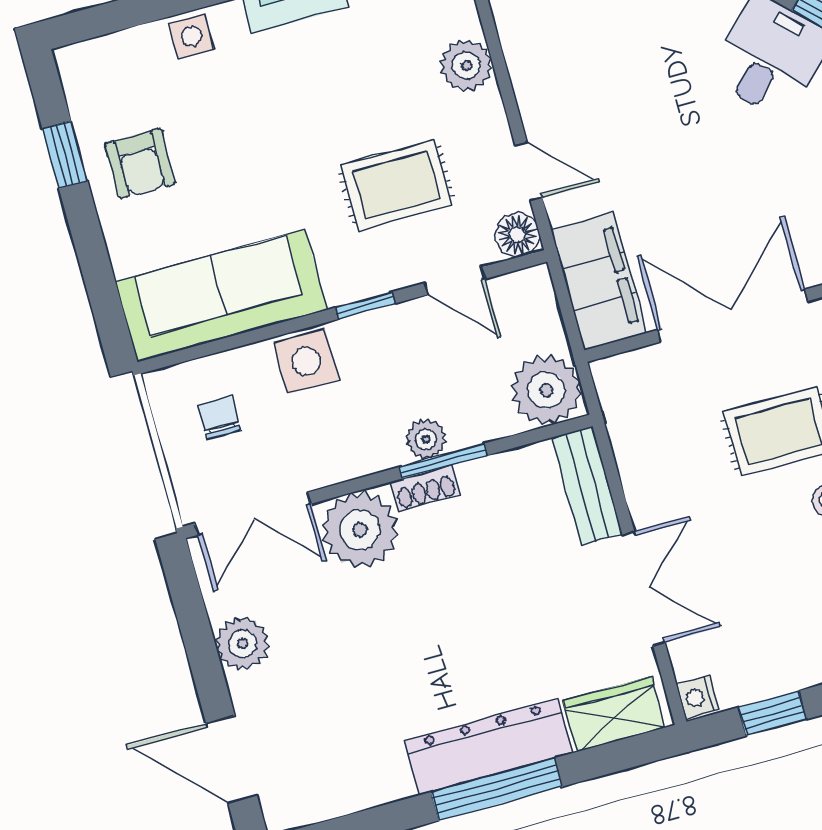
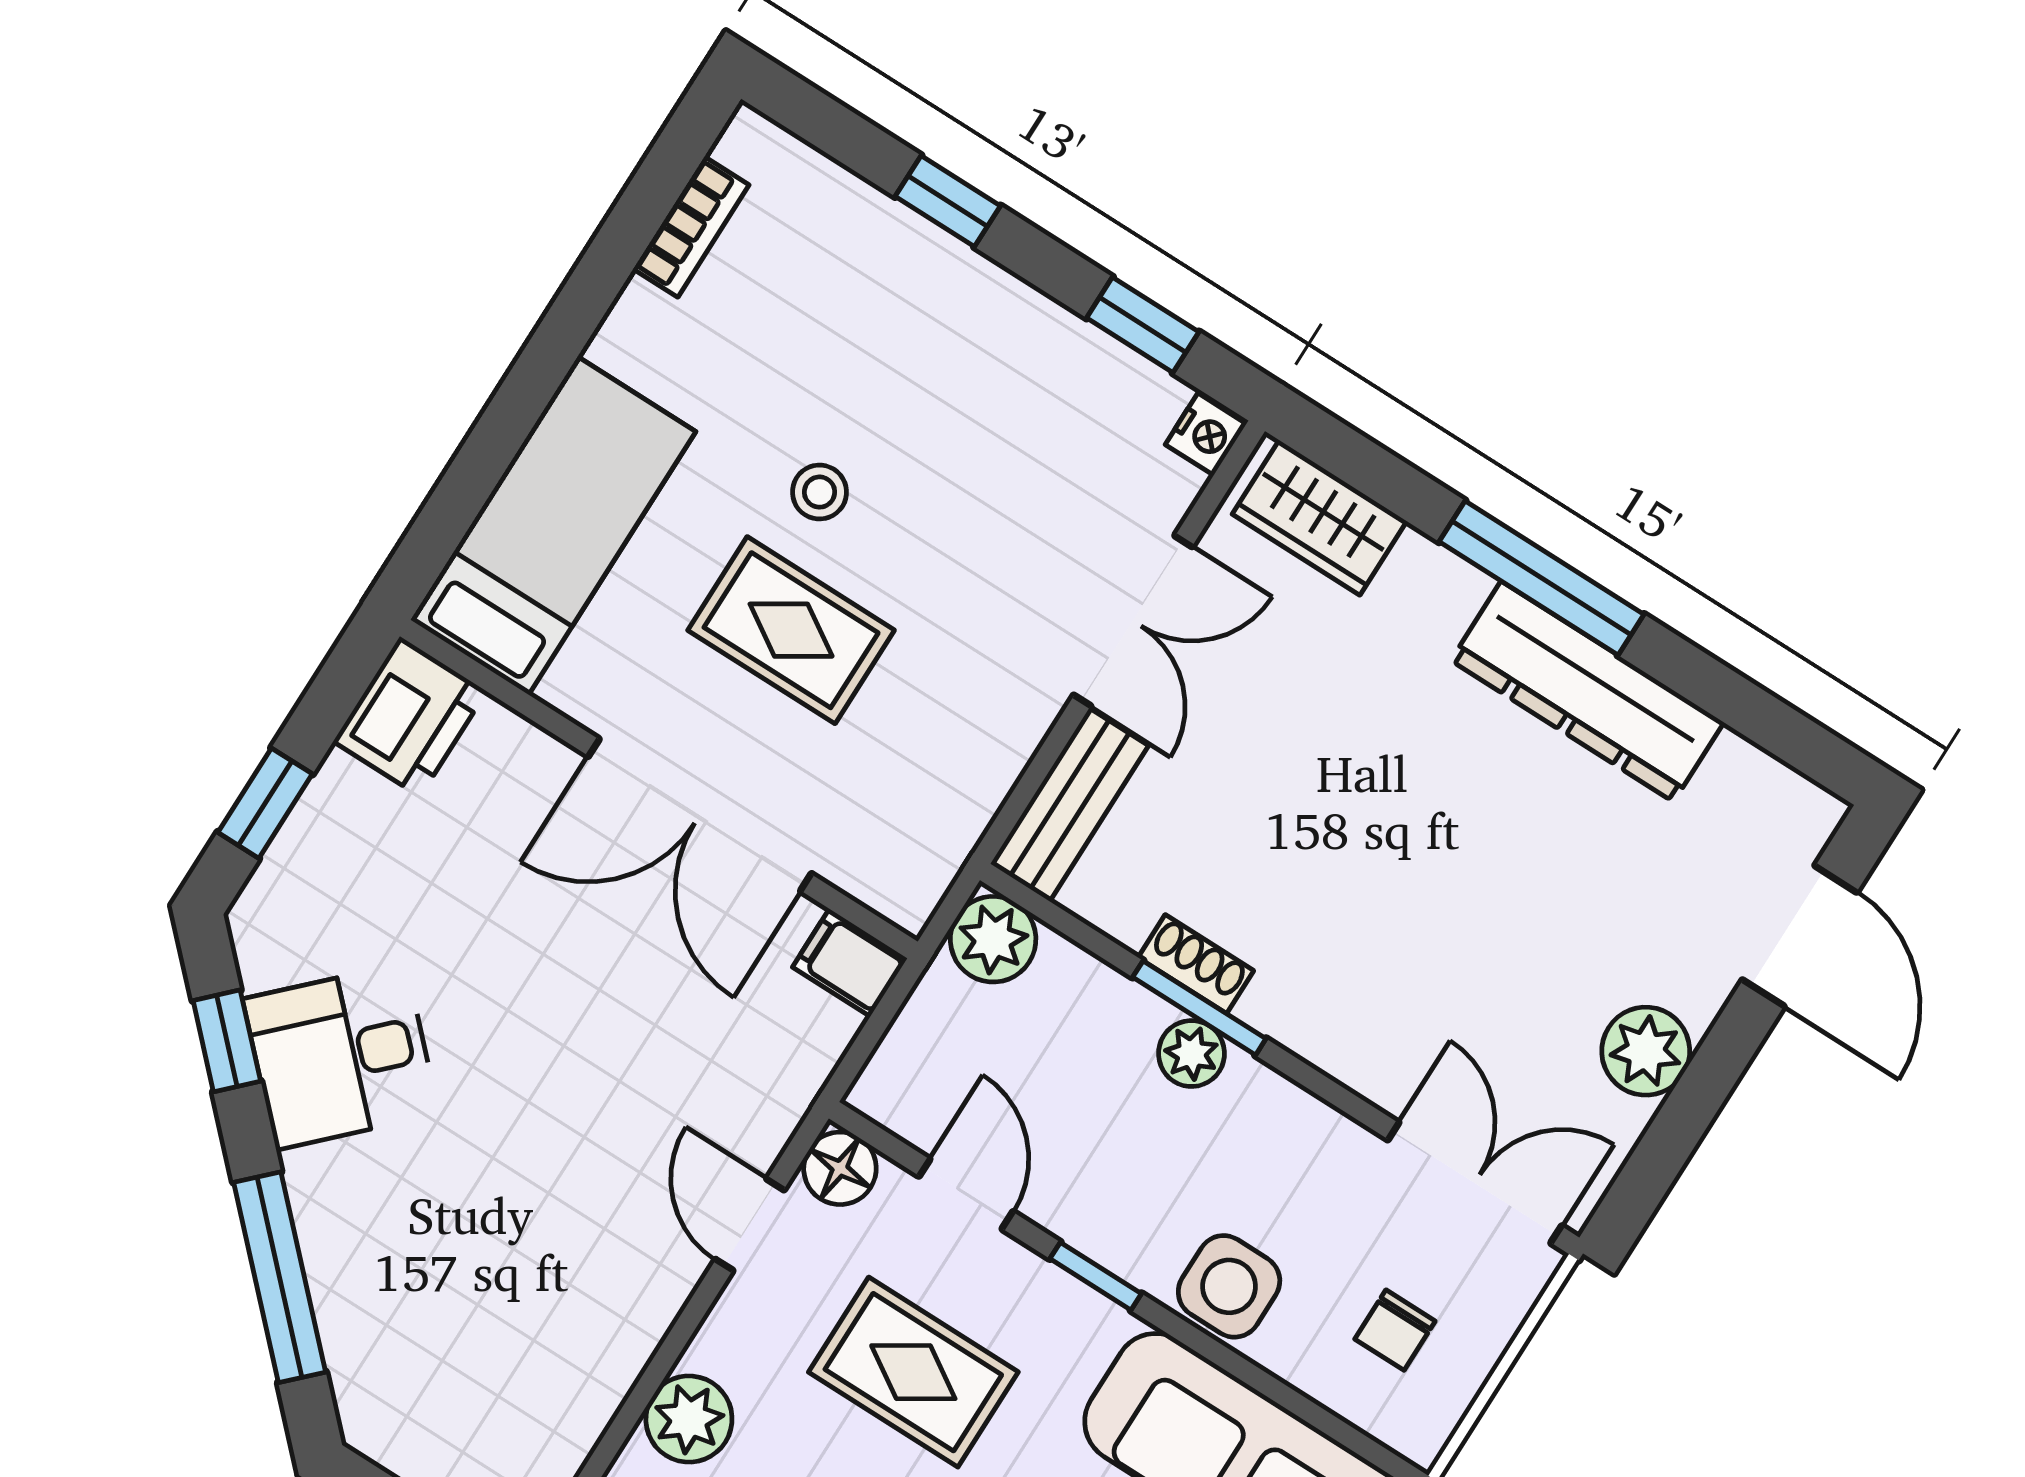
filing cabinet: (599, 281) -> (850, 963), width x0.33, depth x0.86
plant: (546, 390) -> (993, 939), width x0.73, depth x0.73
shoe rack: (425, 488) -> (1196, 964), moved
plant: (360, 530) -> (1376, 1034), removed
double door: (644, 589) -> (1133, 621), swing flipped
dresser: (489, 747) -> (1587, 691), moved

